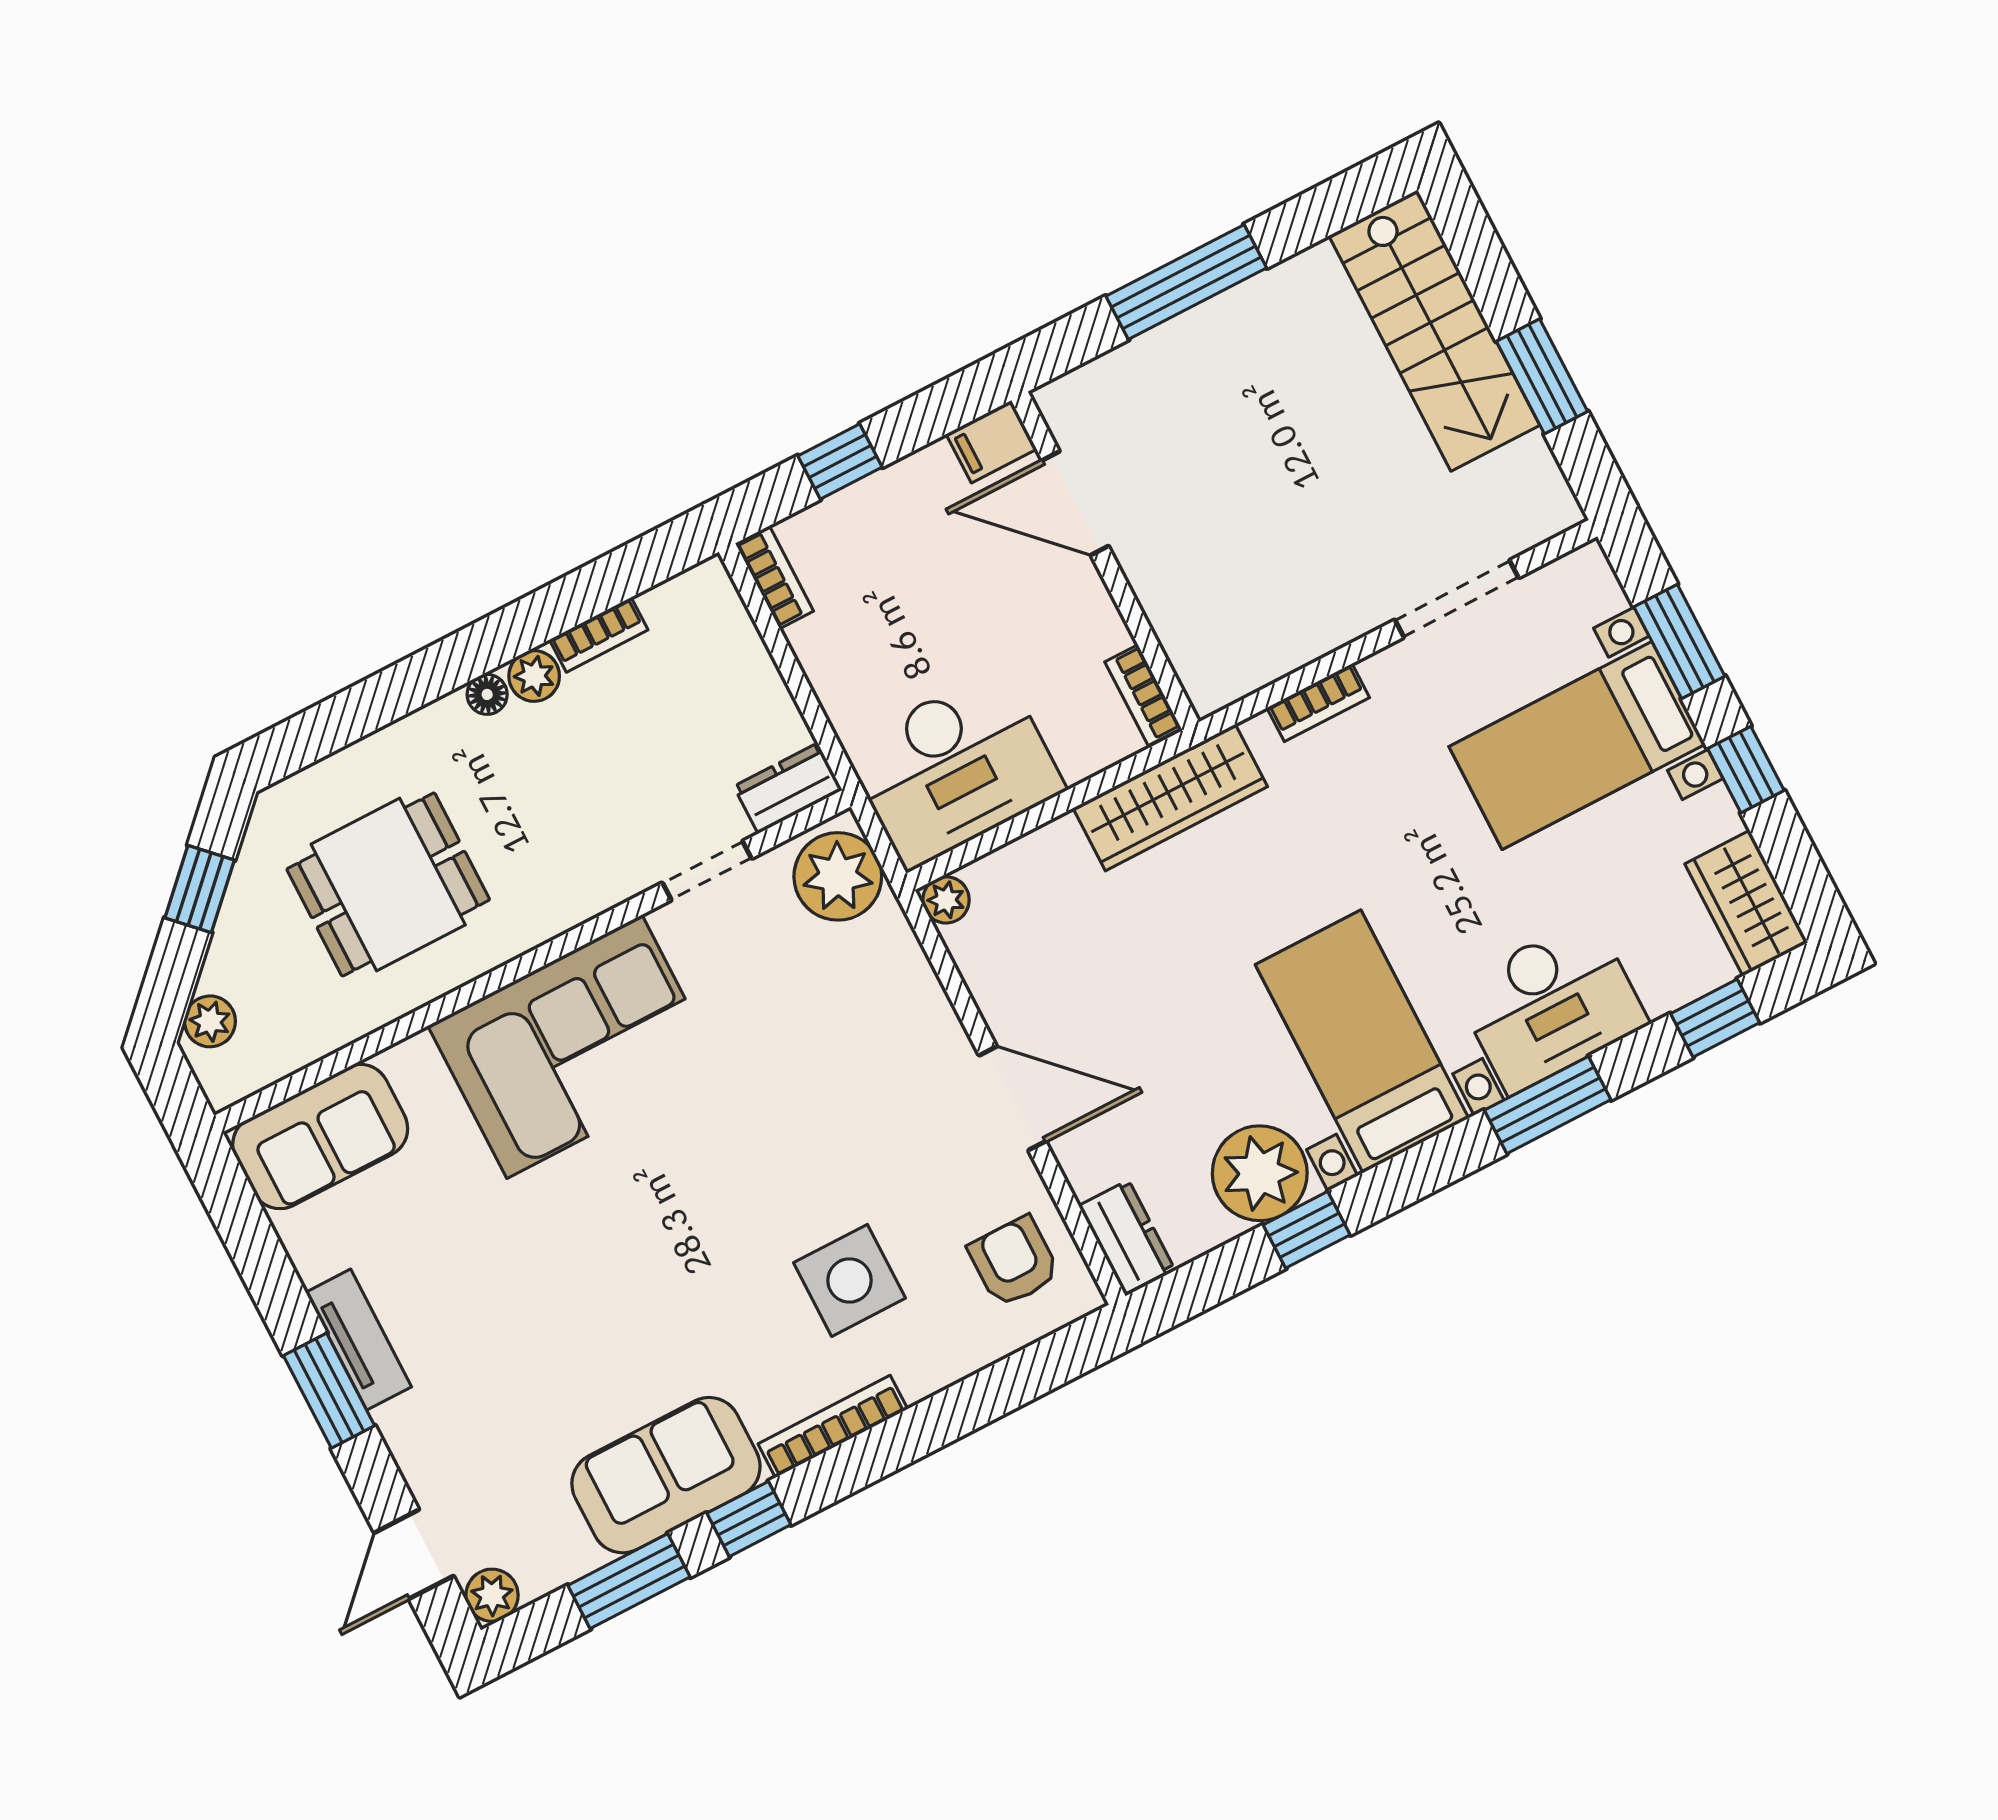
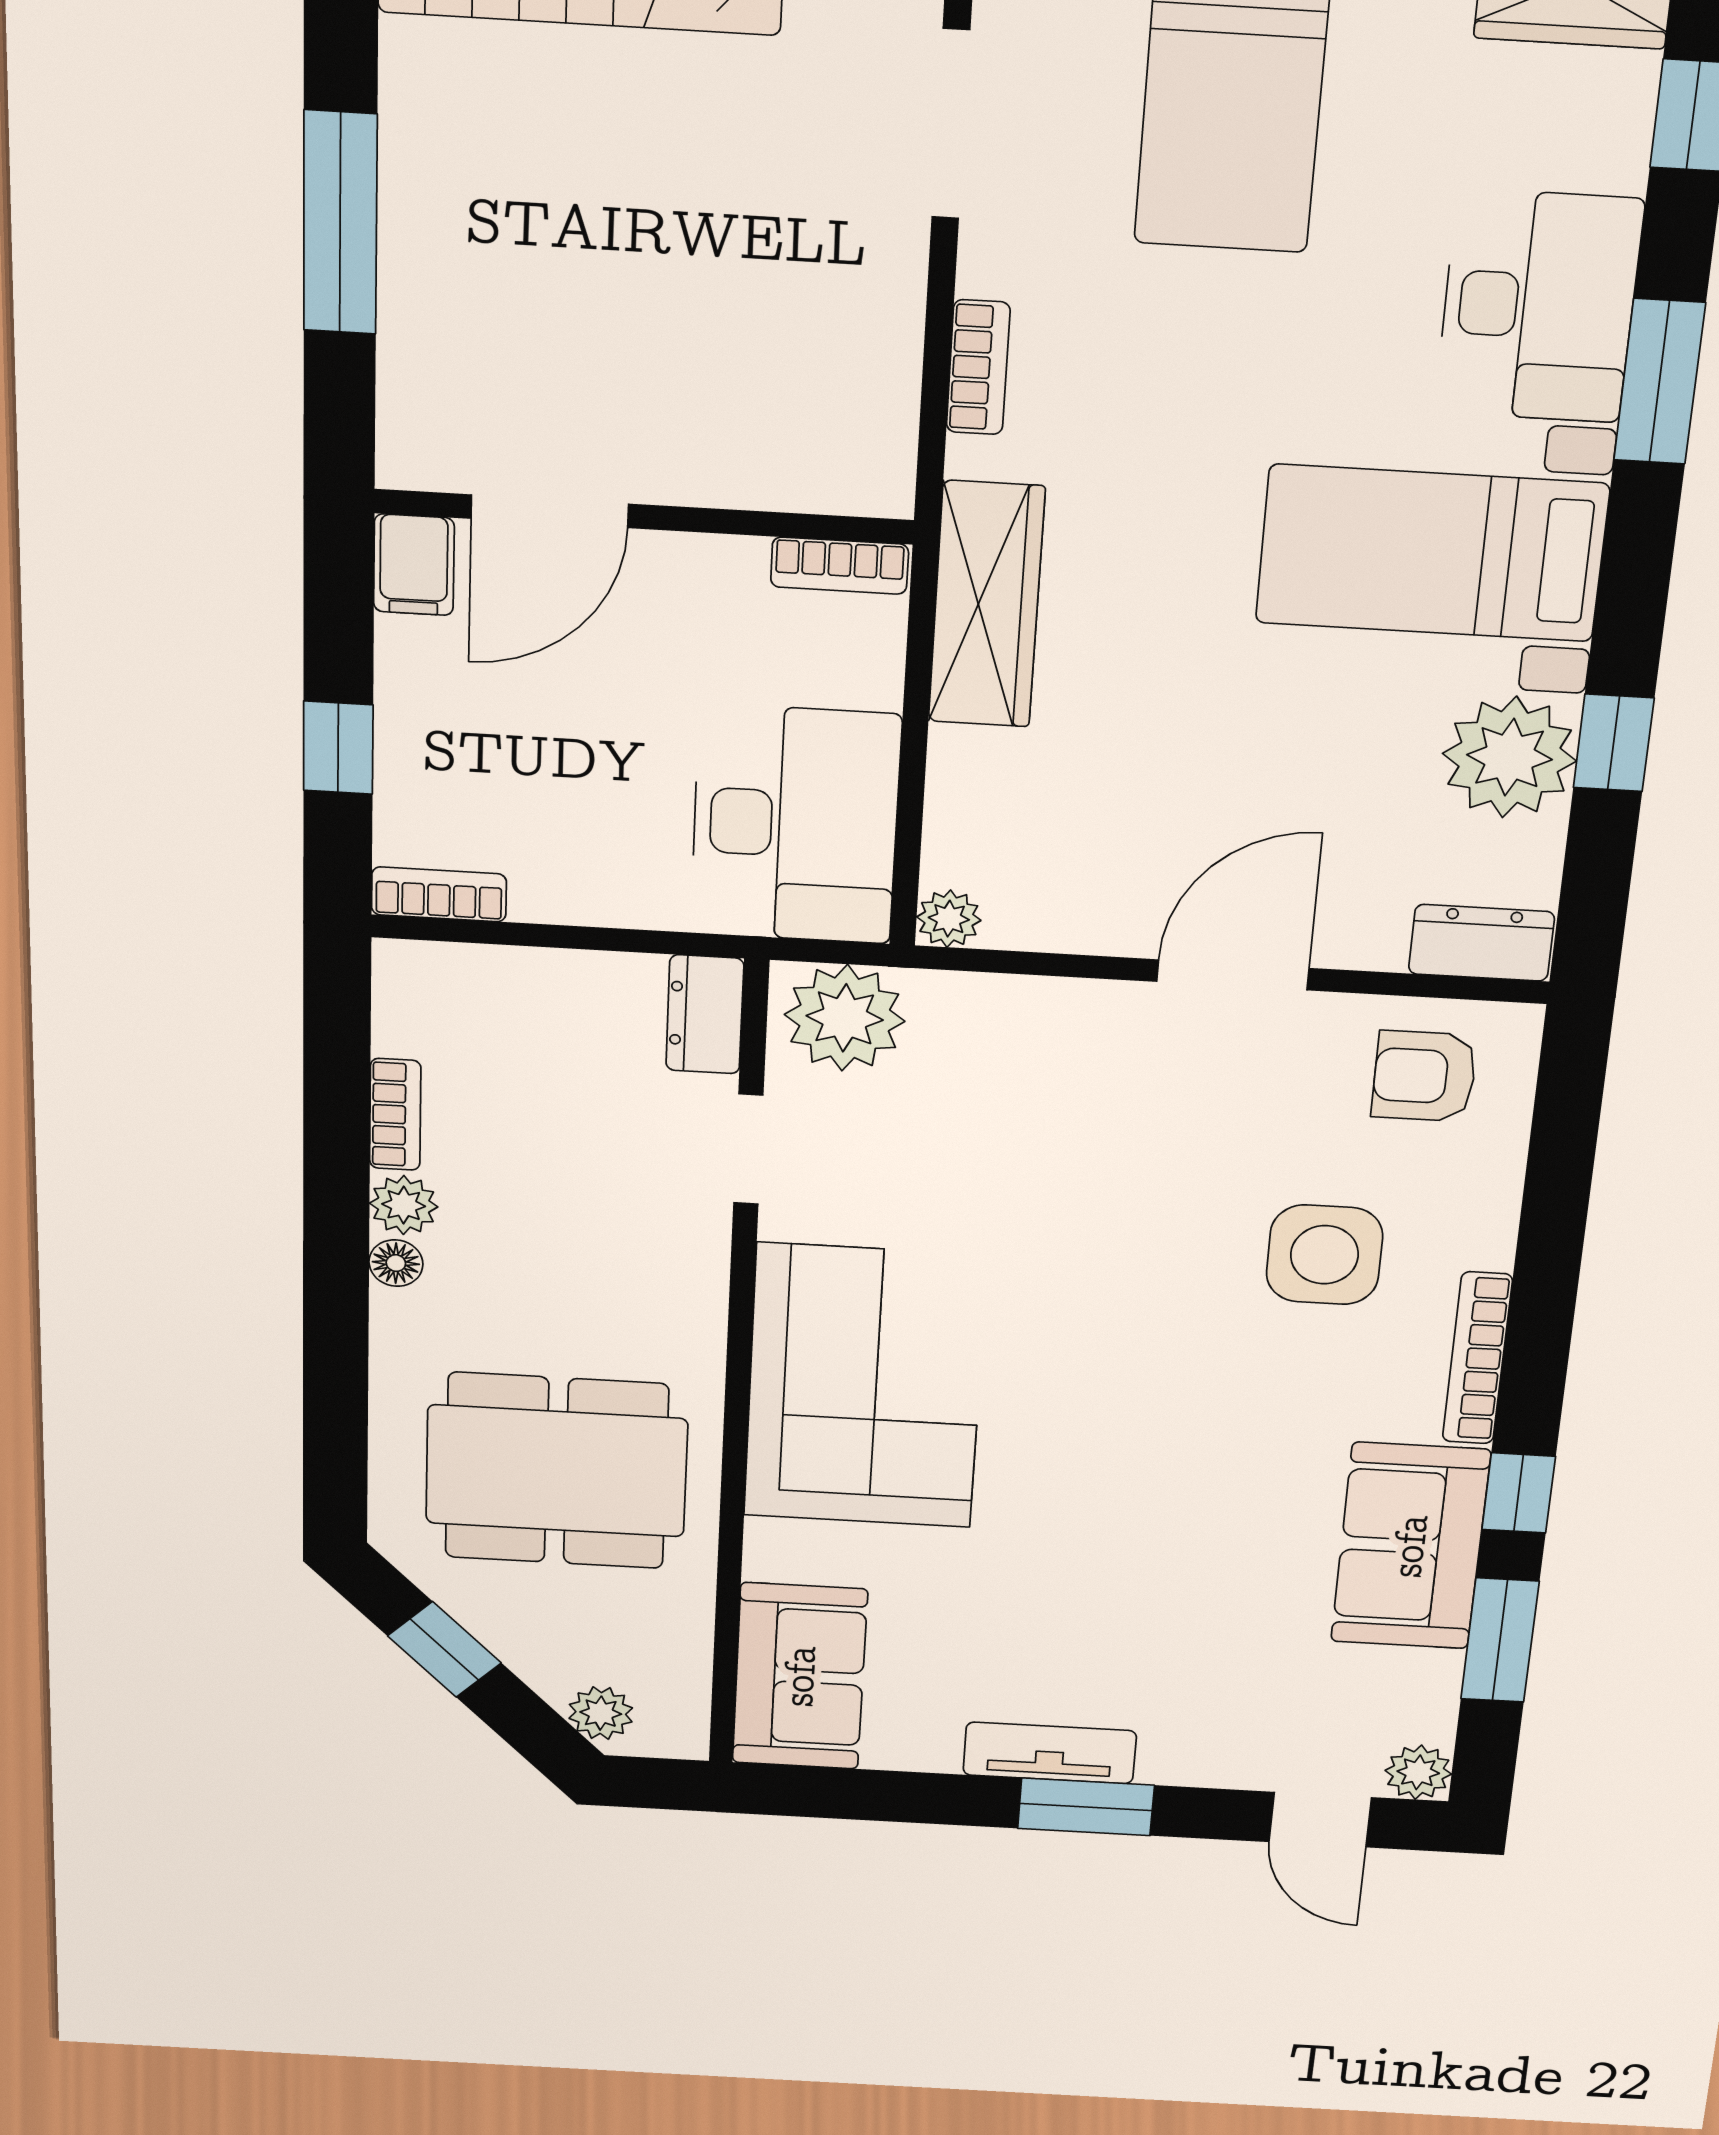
dining table: (388, 884) -> (556, 1471), width x1.38

